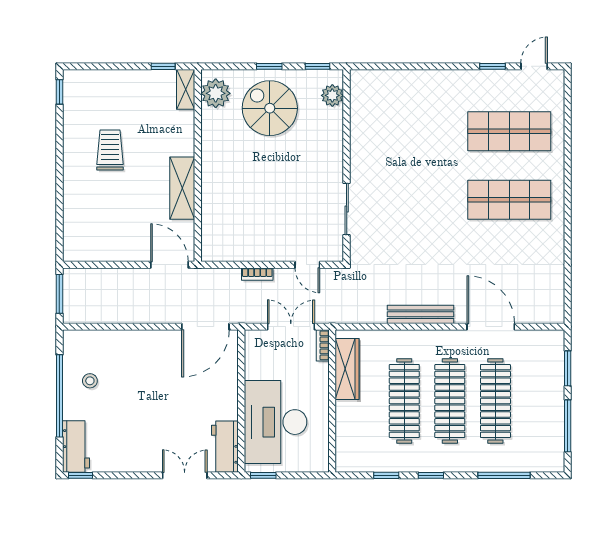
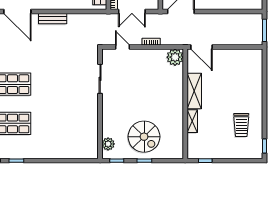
shelving: (186, 89) -> (192, 121), moved
plant: (216, 93) -> (175, 57), moved
trolley: (110, 150) -> (241, 125), moved
bench: (420, 314) -> (53, 19), width x0.73

